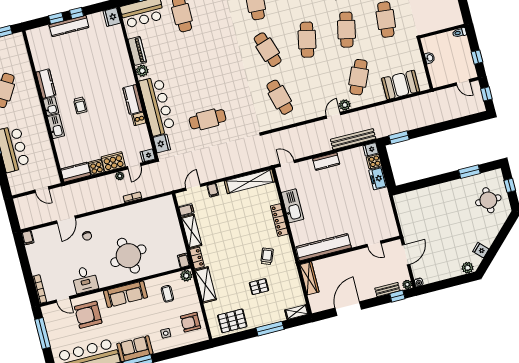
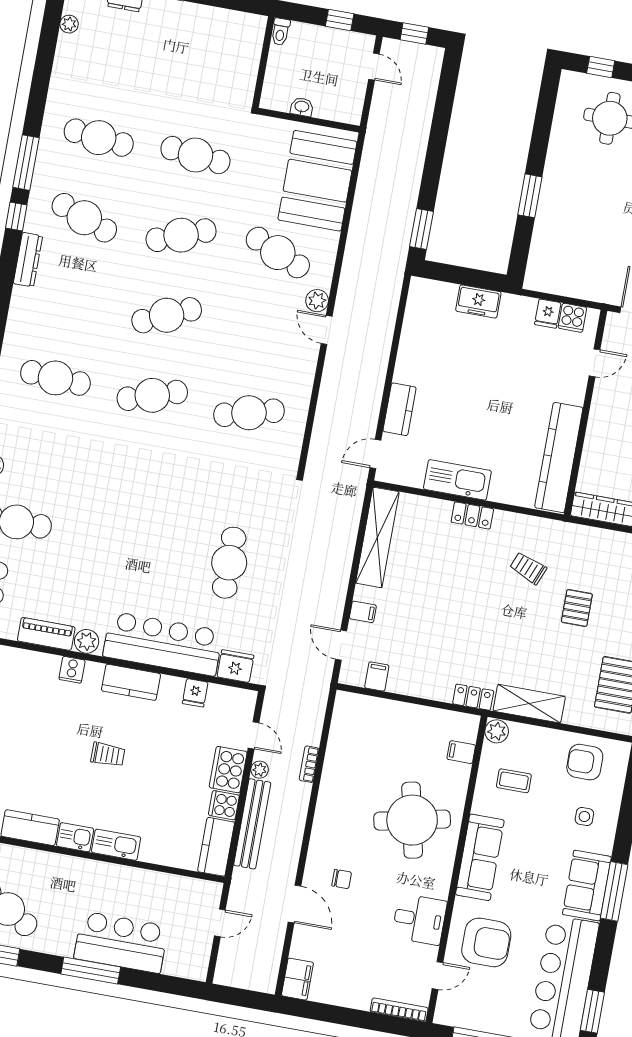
cafe table: (346, 30) -> (181, 235), turned -33
cafe table: (307, 40) -> (167, 315), turned -36
door: (463, 82) -> (374, 67), hinge flipped
booth: (401, 85) -> (317, 181), width x1.36, depth x1.42
trolley: (80, 105) -> (108, 754), moved
cooker: (139, 119) -> (72, 670), moved
bench: (353, 139) -> (252, 824), moved
fridge: (371, 149) -> (548, 314), moved
fridge: (148, 155) -> (195, 693), moved
kitchen counter: (326, 161) -> (400, 409), moved
cooker: (374, 161) -> (572, 318), moved
window: (469, 172) -> (530, 196), moved
locker: (279, 220) -> (472, 516), width x0.66
shelving: (192, 231) -> (420, 685), removed
filing cabinet: (28, 238) -> (297, 979), width x2.00
filing cabinet: (184, 260) -> (461, 752), moved
armchair: (88, 315) -> (486, 942), turned -90
armchair: (191, 322) -> (585, 762), turned 90

